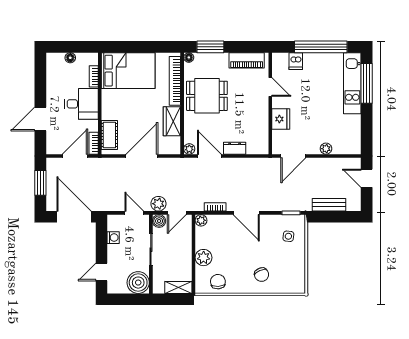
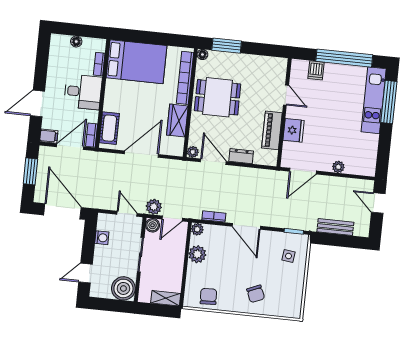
piano: (247, 60) -> (272, 130), moved, turned 90
filing cabinet: (54, 148) -> (49, 136), added
plant: (204, 258) -> (197, 254), moved

